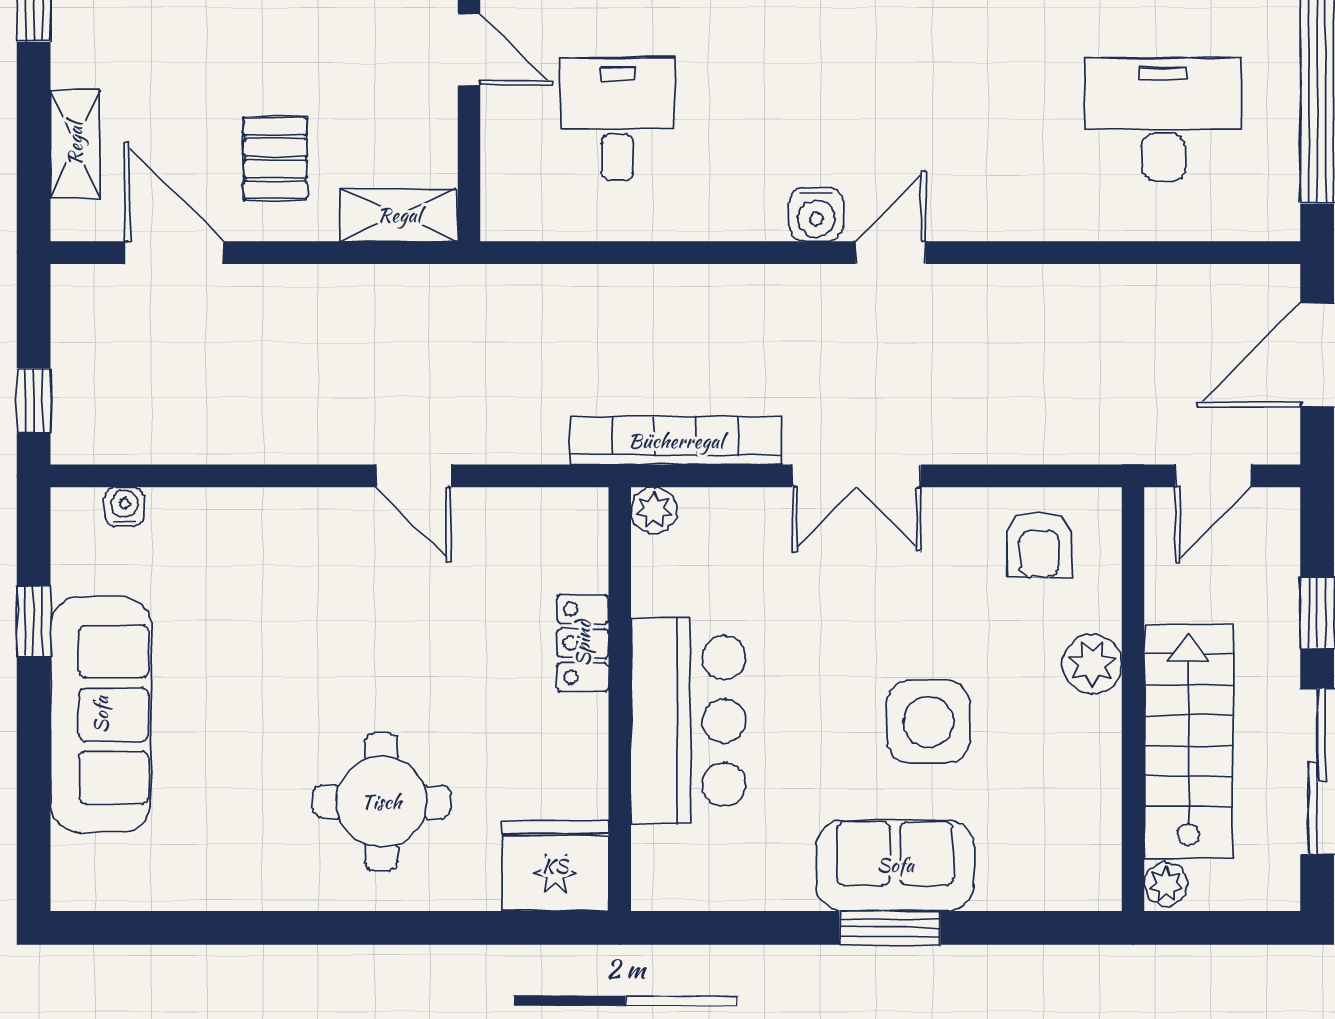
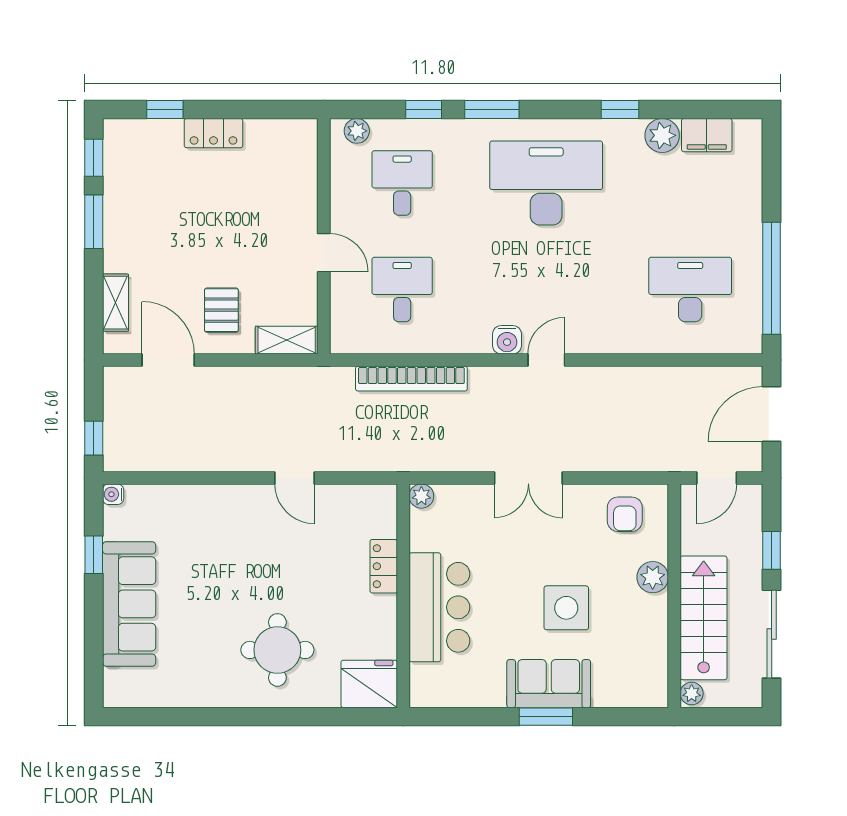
bookcase: (676, 441) -> (411, 379), moved, turned 180
water cooler: (124, 507) -> (113, 494), moved, turned -90

